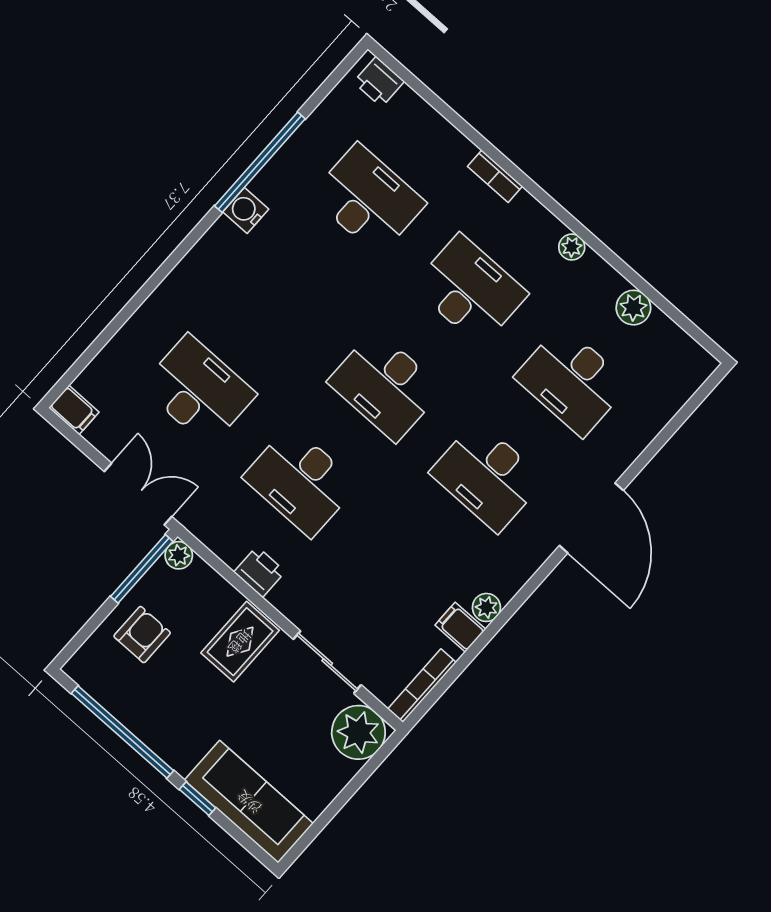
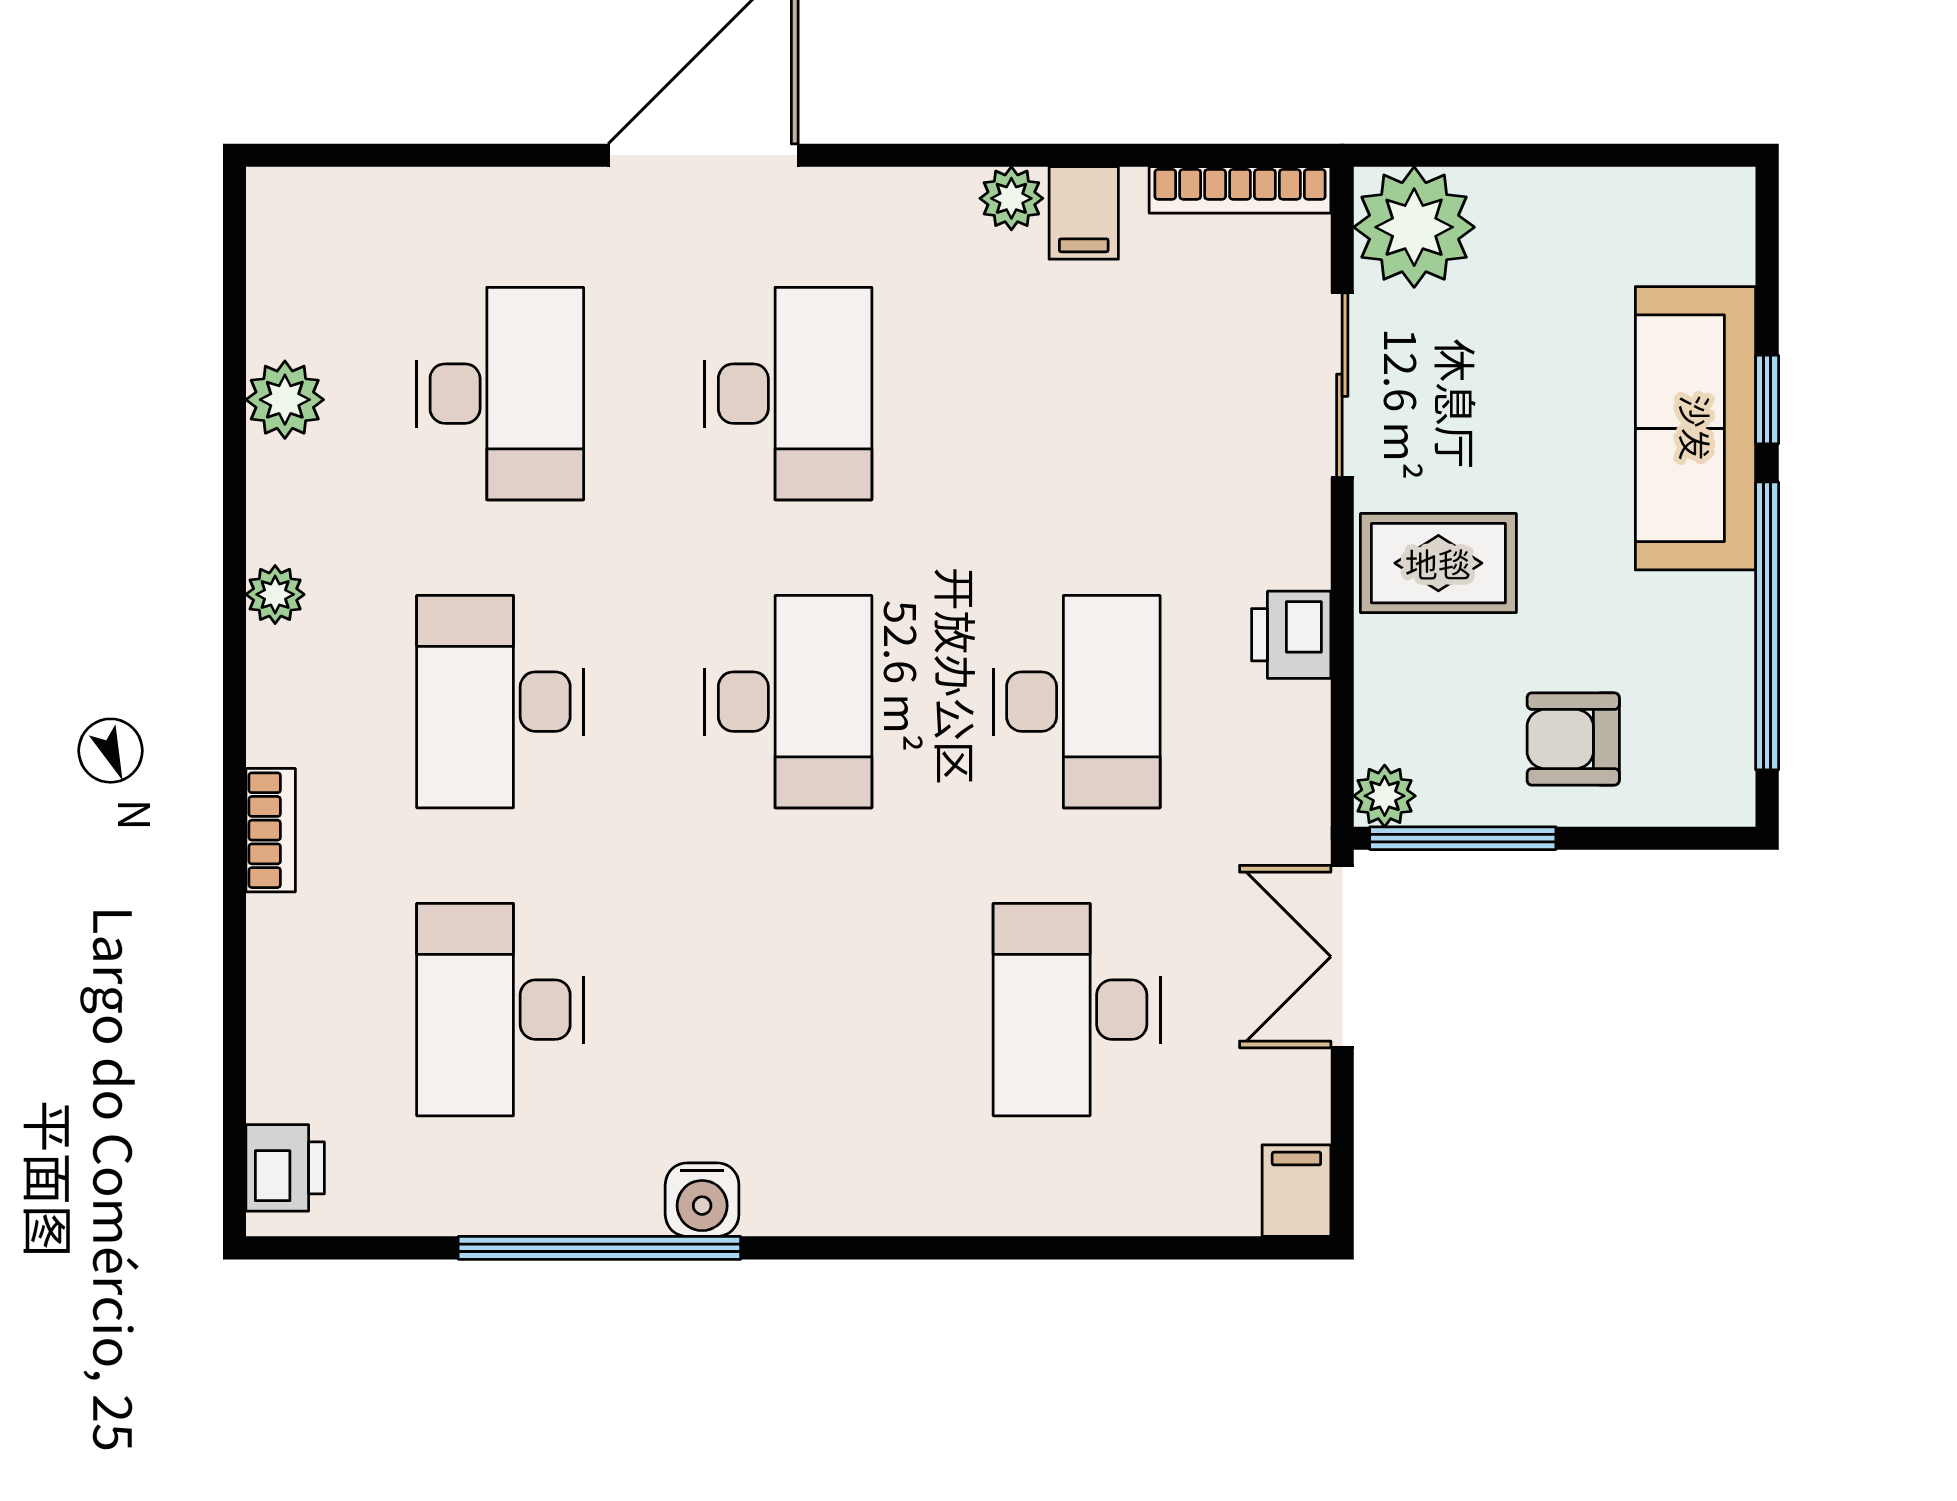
sofa: (249, 802) -> (1696, 428), moved

